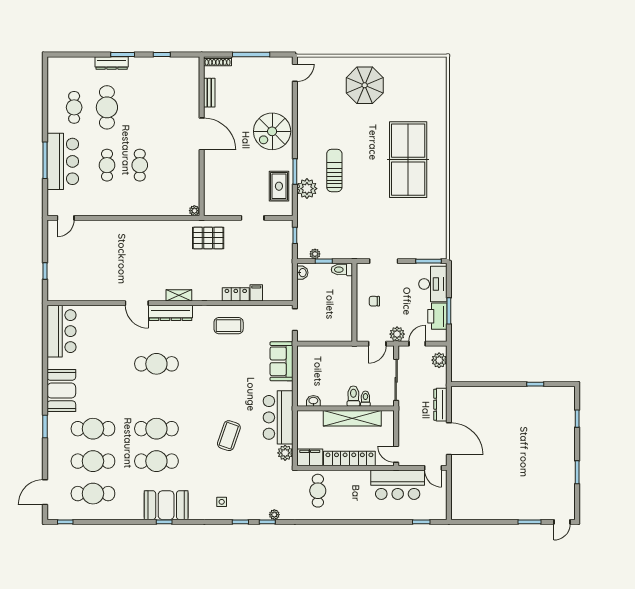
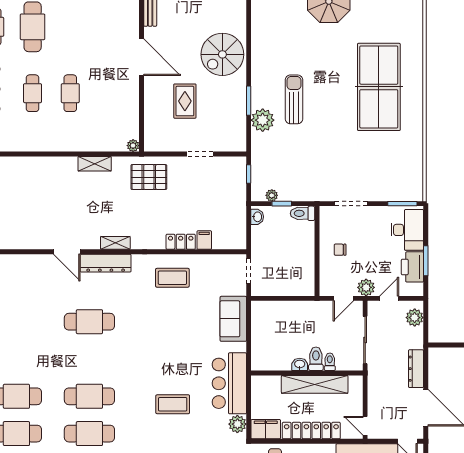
rug: (279, 186) -> (185, 101), moved
shelving: (161, 226) -> (95, 164), added
washbasin: (313, 401) -> (300, 364), moved
coffee table: (229, 436) -> (173, 404), turned 71

